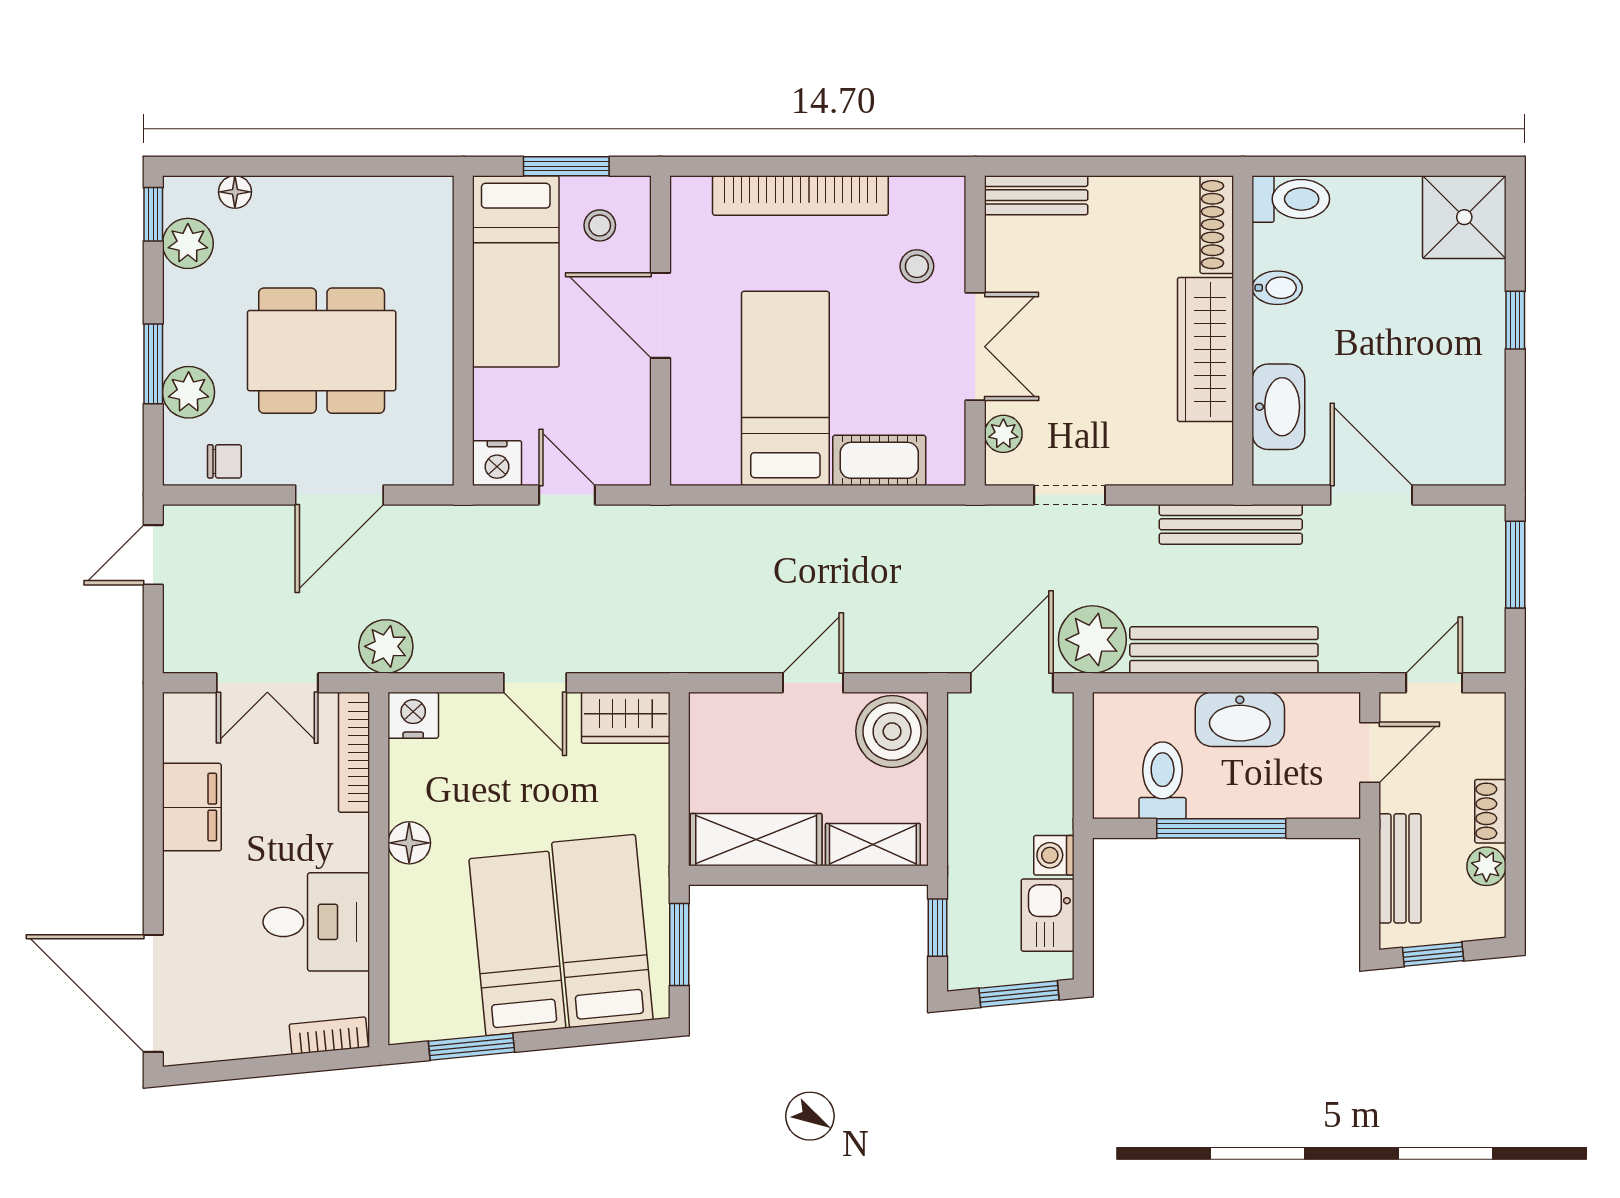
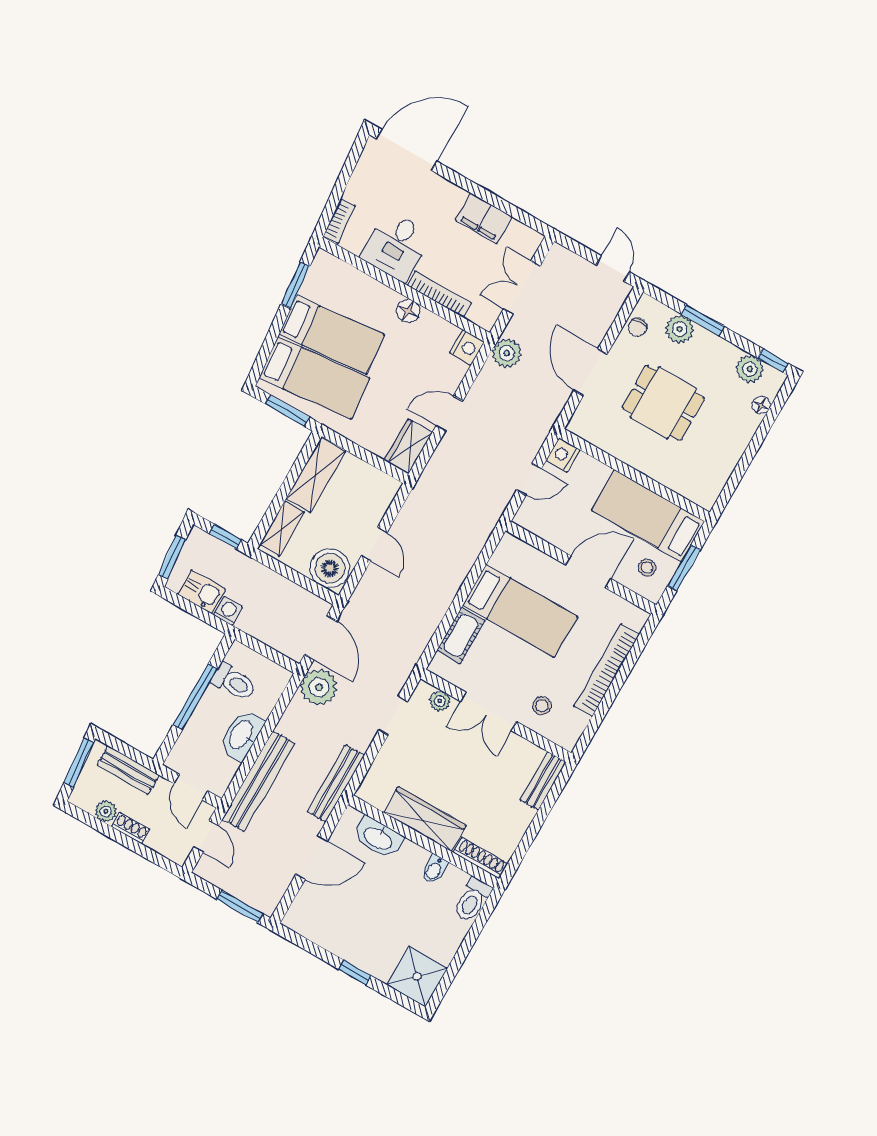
dining table: (322, 351) -> (663, 403), width x0.73
bench: (1224, 650) -> (258, 781), moved
bookcase: (354, 752) -> (439, 294), moved
window: (1433, 954) -> (79, 762), width x1.50

